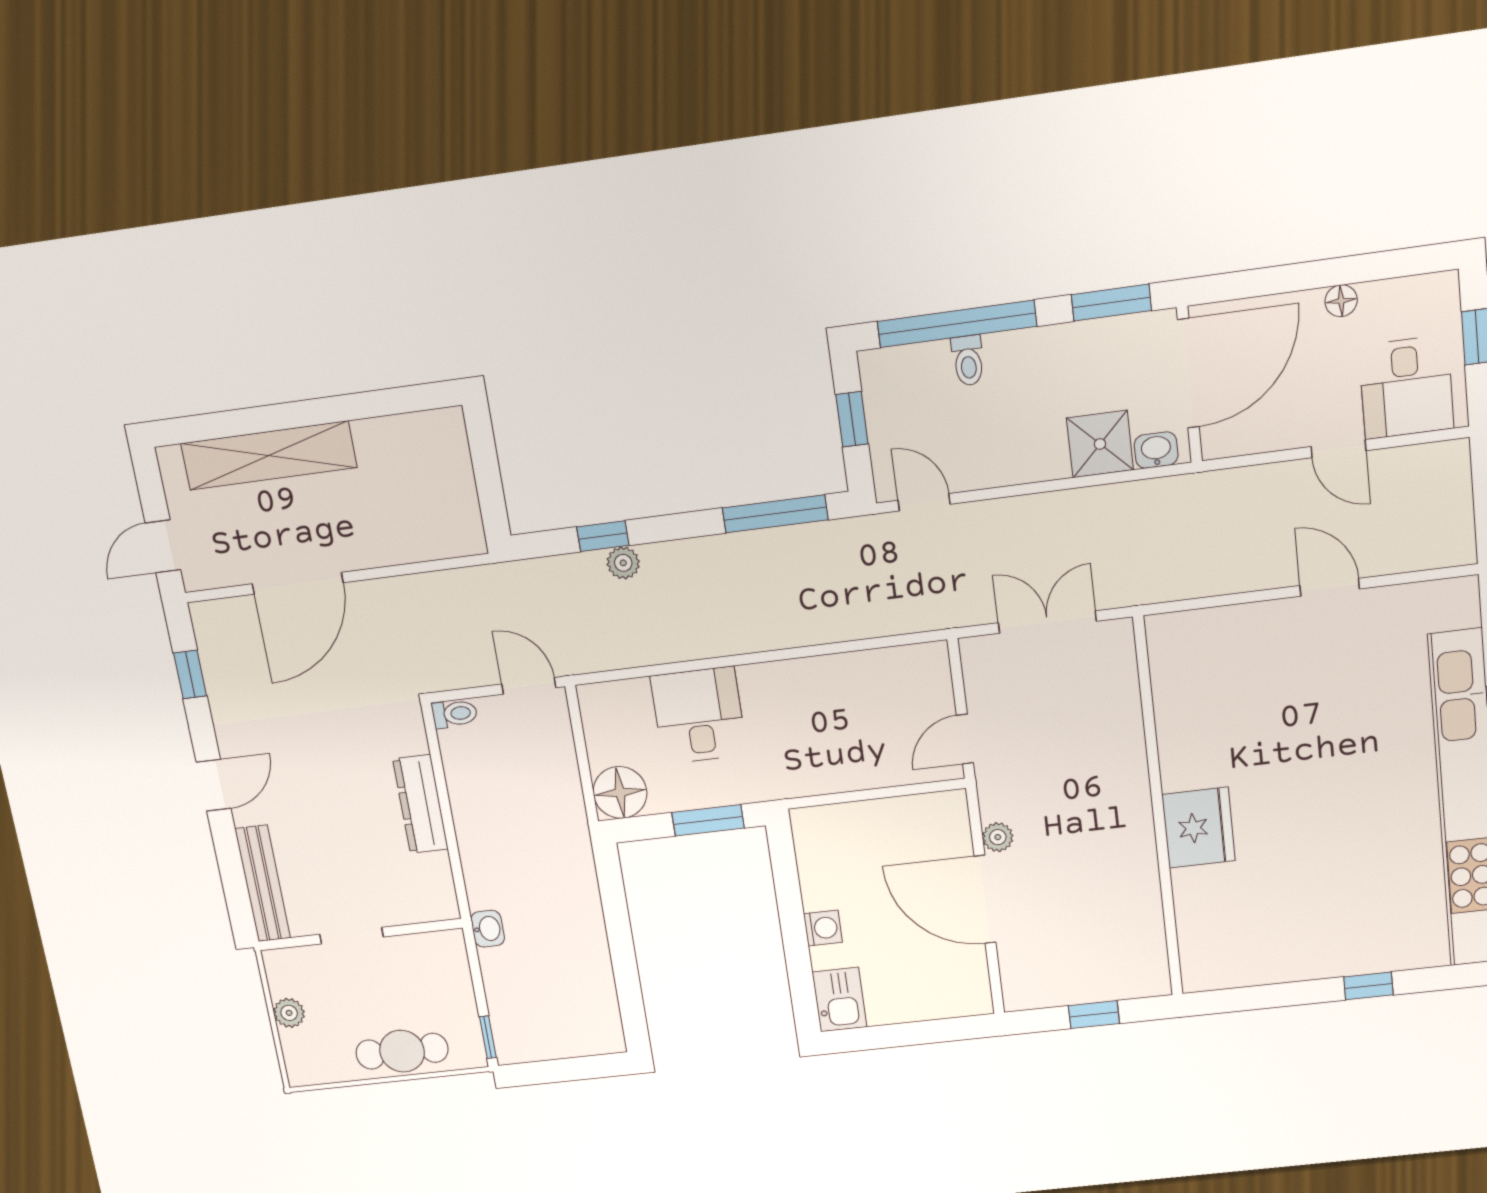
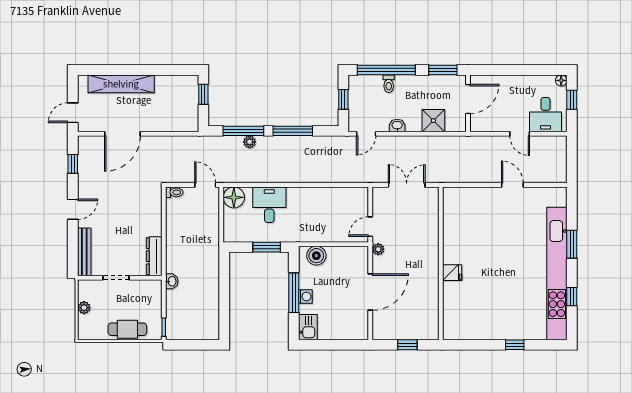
floor lamp: (1341, 301) -> (561, 80), moved
door: (1188, 373) -> (468, 99), width x0.73
washbasin: (1156, 450) -> (397, 126), moved
window: (484, 455) -> (203, 94), added
door: (924, 502) -> (366, 134), swing flipped
window: (775, 514) -> (293, 131), moved
window: (603, 536) -> (243, 131), width x2.17
floor lamp: (620, 792) -> (234, 197), moved
dresser: (420, 804) -> (154, 256), moved
boiler: (837, 827) -> (316, 256), added
fridge: (1199, 828) -> (452, 273), width x0.53, depth x0.75
plant: (998, 837) -> (378, 249), moved
door: (985, 899) -> (370, 292), swing flipped
window: (793, 922) -> (294, 293), added

